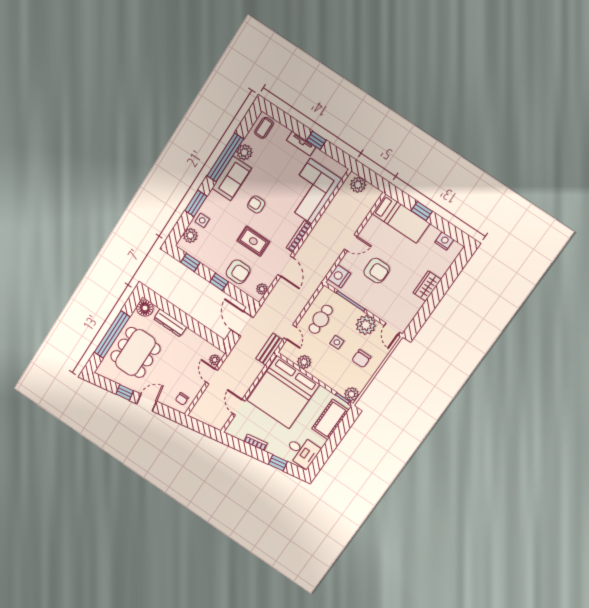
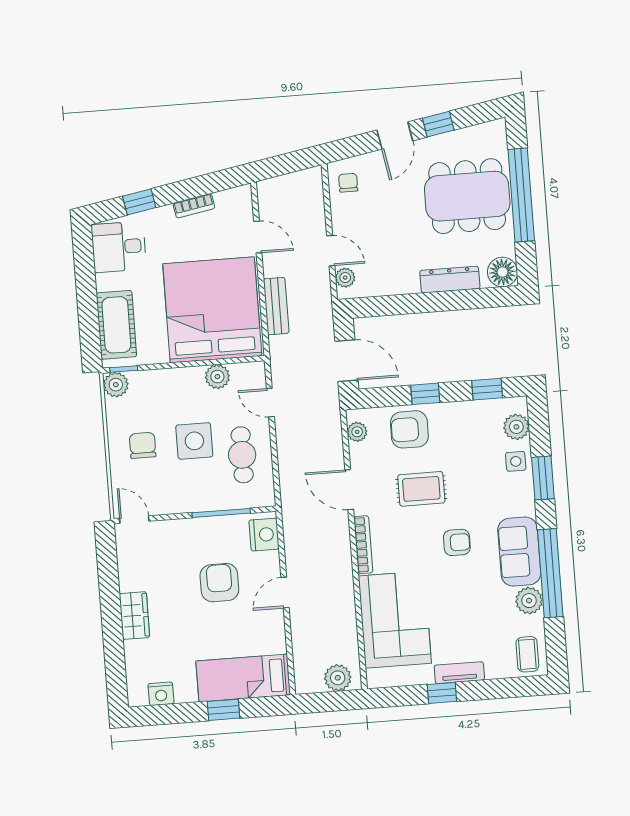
armchair: (377, 271) -> (219, 583), turned 90
plant: (366, 325) -> (174, 497), removed
side table: (337, 342) -> (194, 441), width x1.87, depth x1.87
bench: (269, 349) -> (276, 306), moved
dining table: (135, 352) -> (467, 196), turned 90

